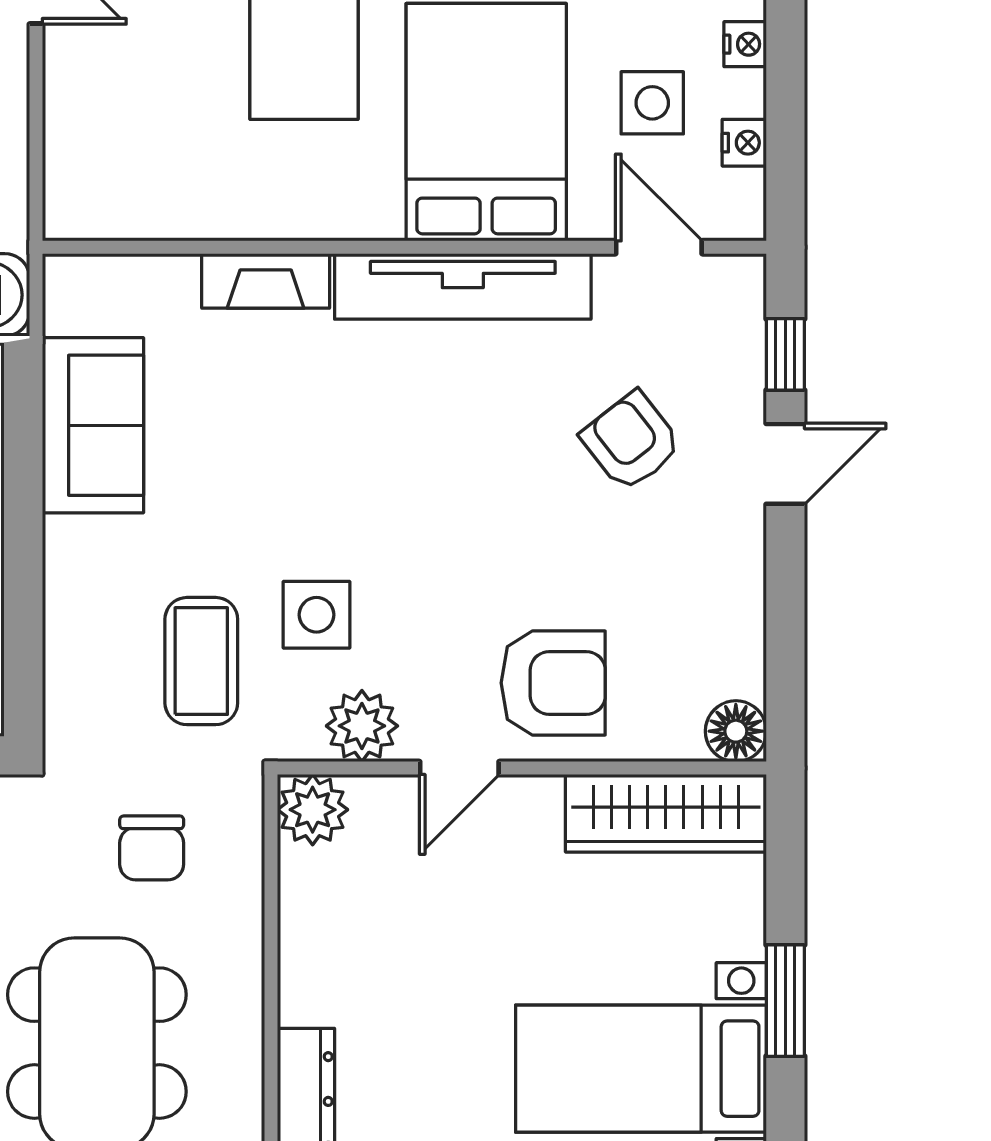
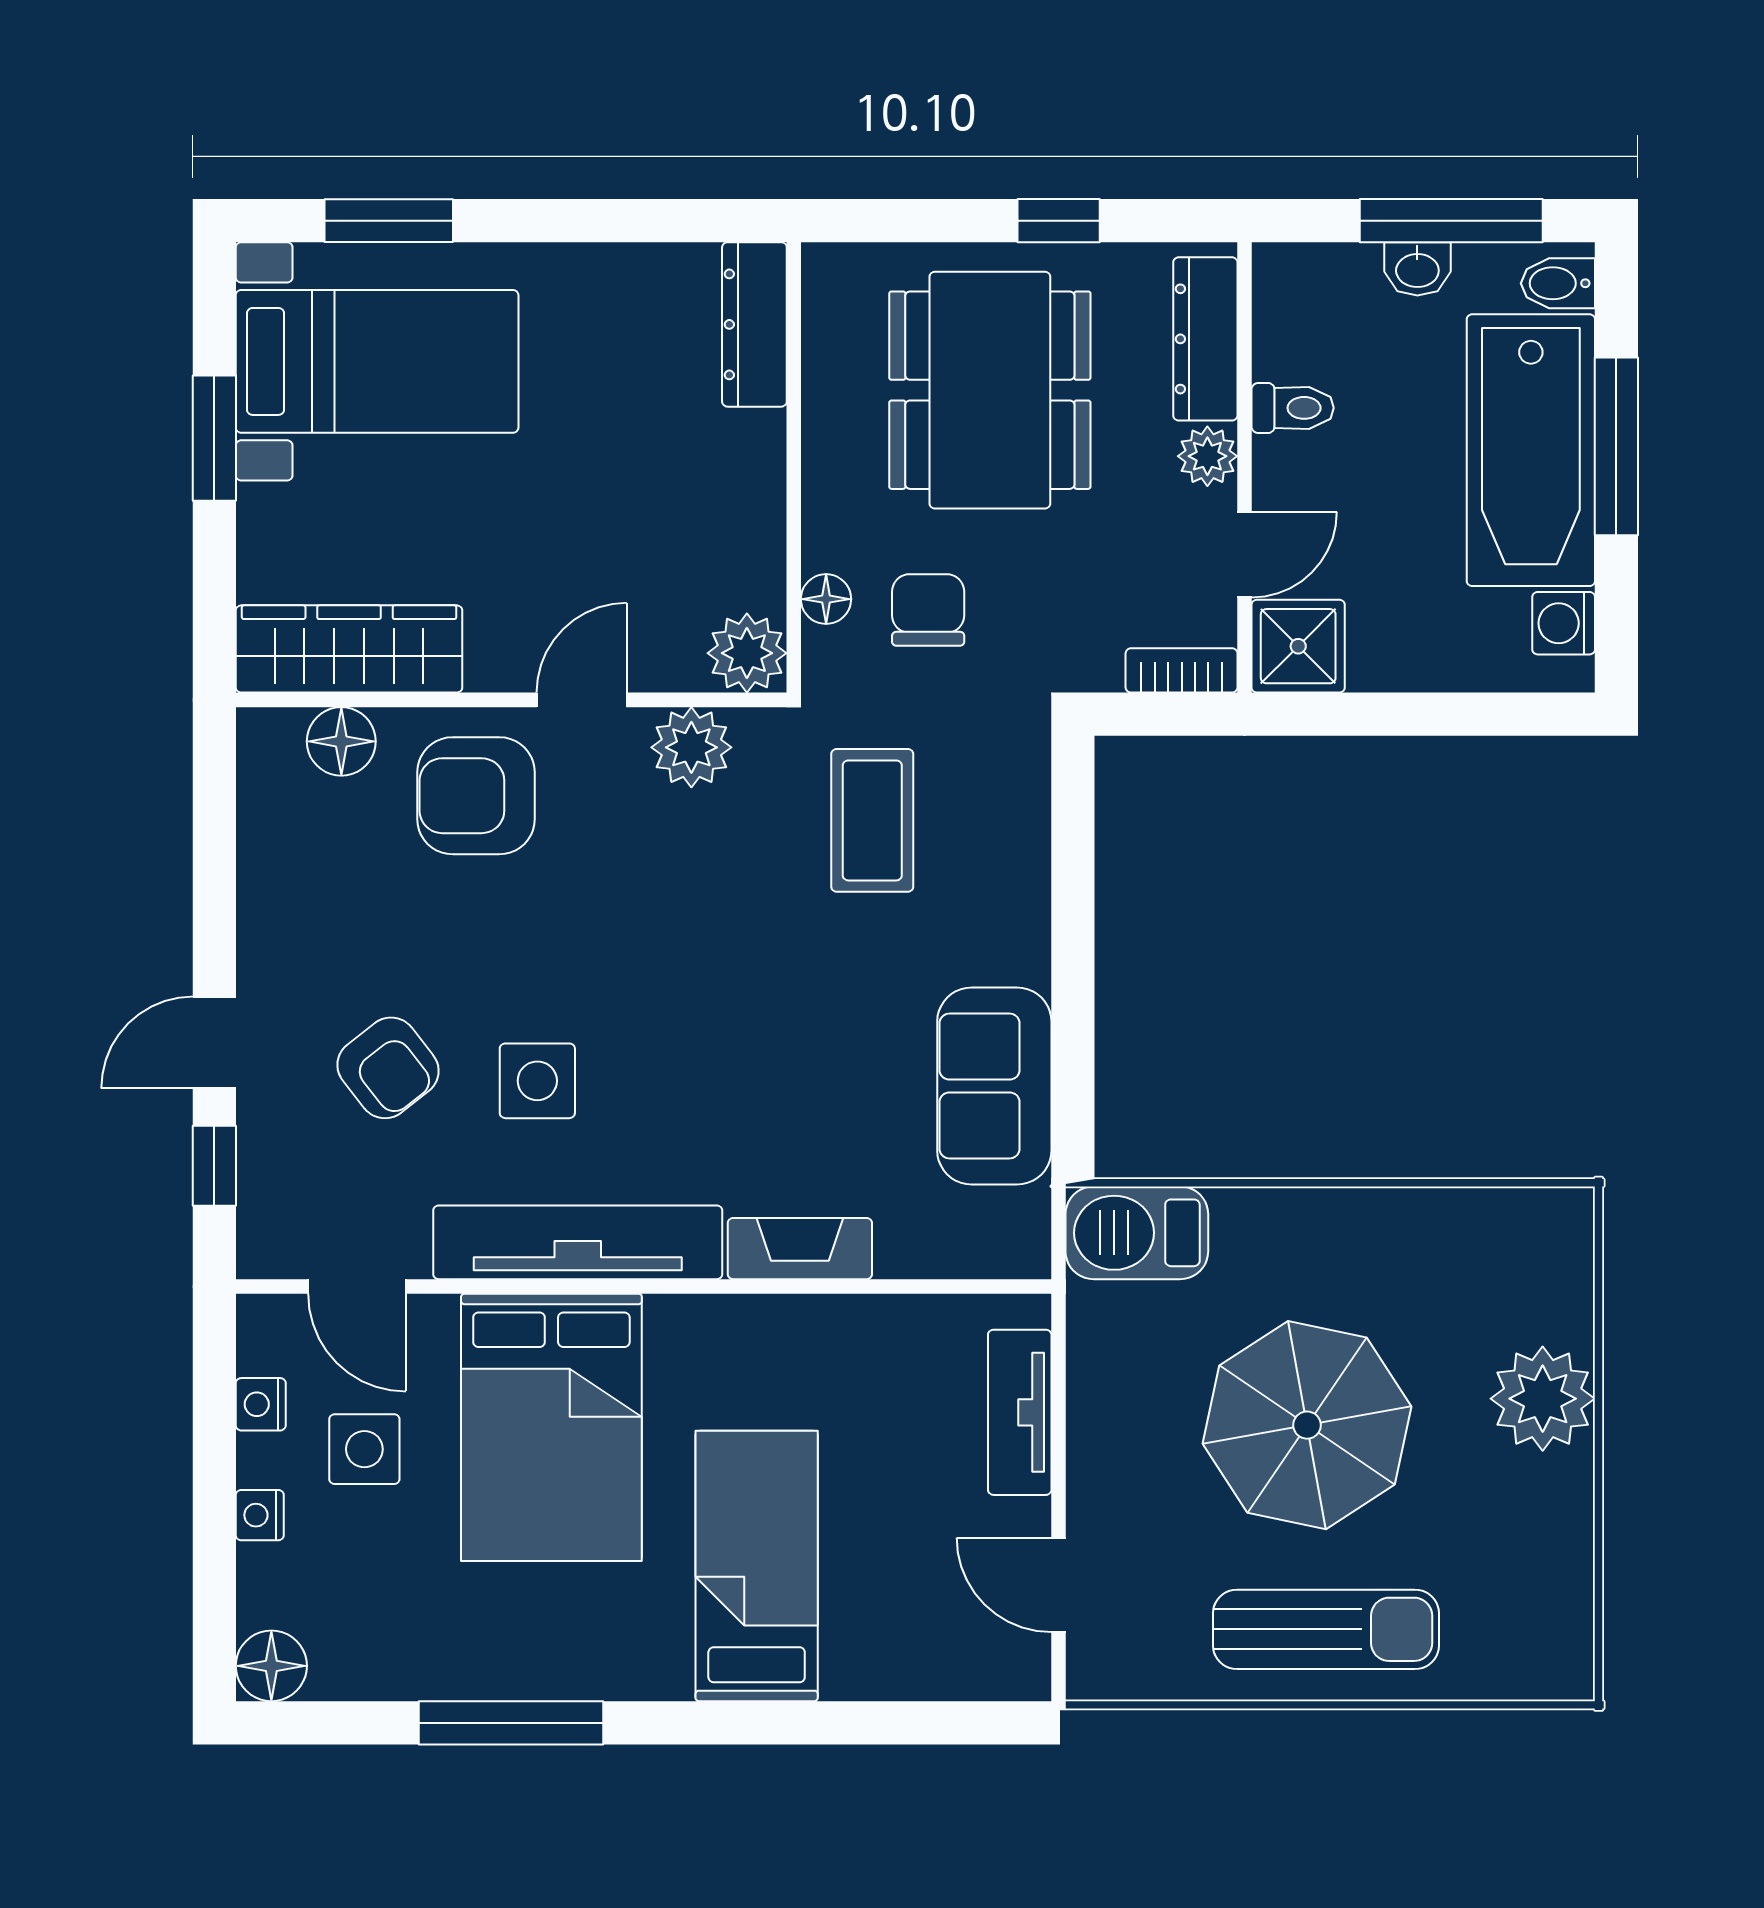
tv unit: (70, 136) -> (1020, 1412), added
side table: (317, 615) -> (537, 1081), moved
floor lamp: (736, 731) -> (341, 741), moved
floor lamp: (242, 858) -> (826, 599), added

